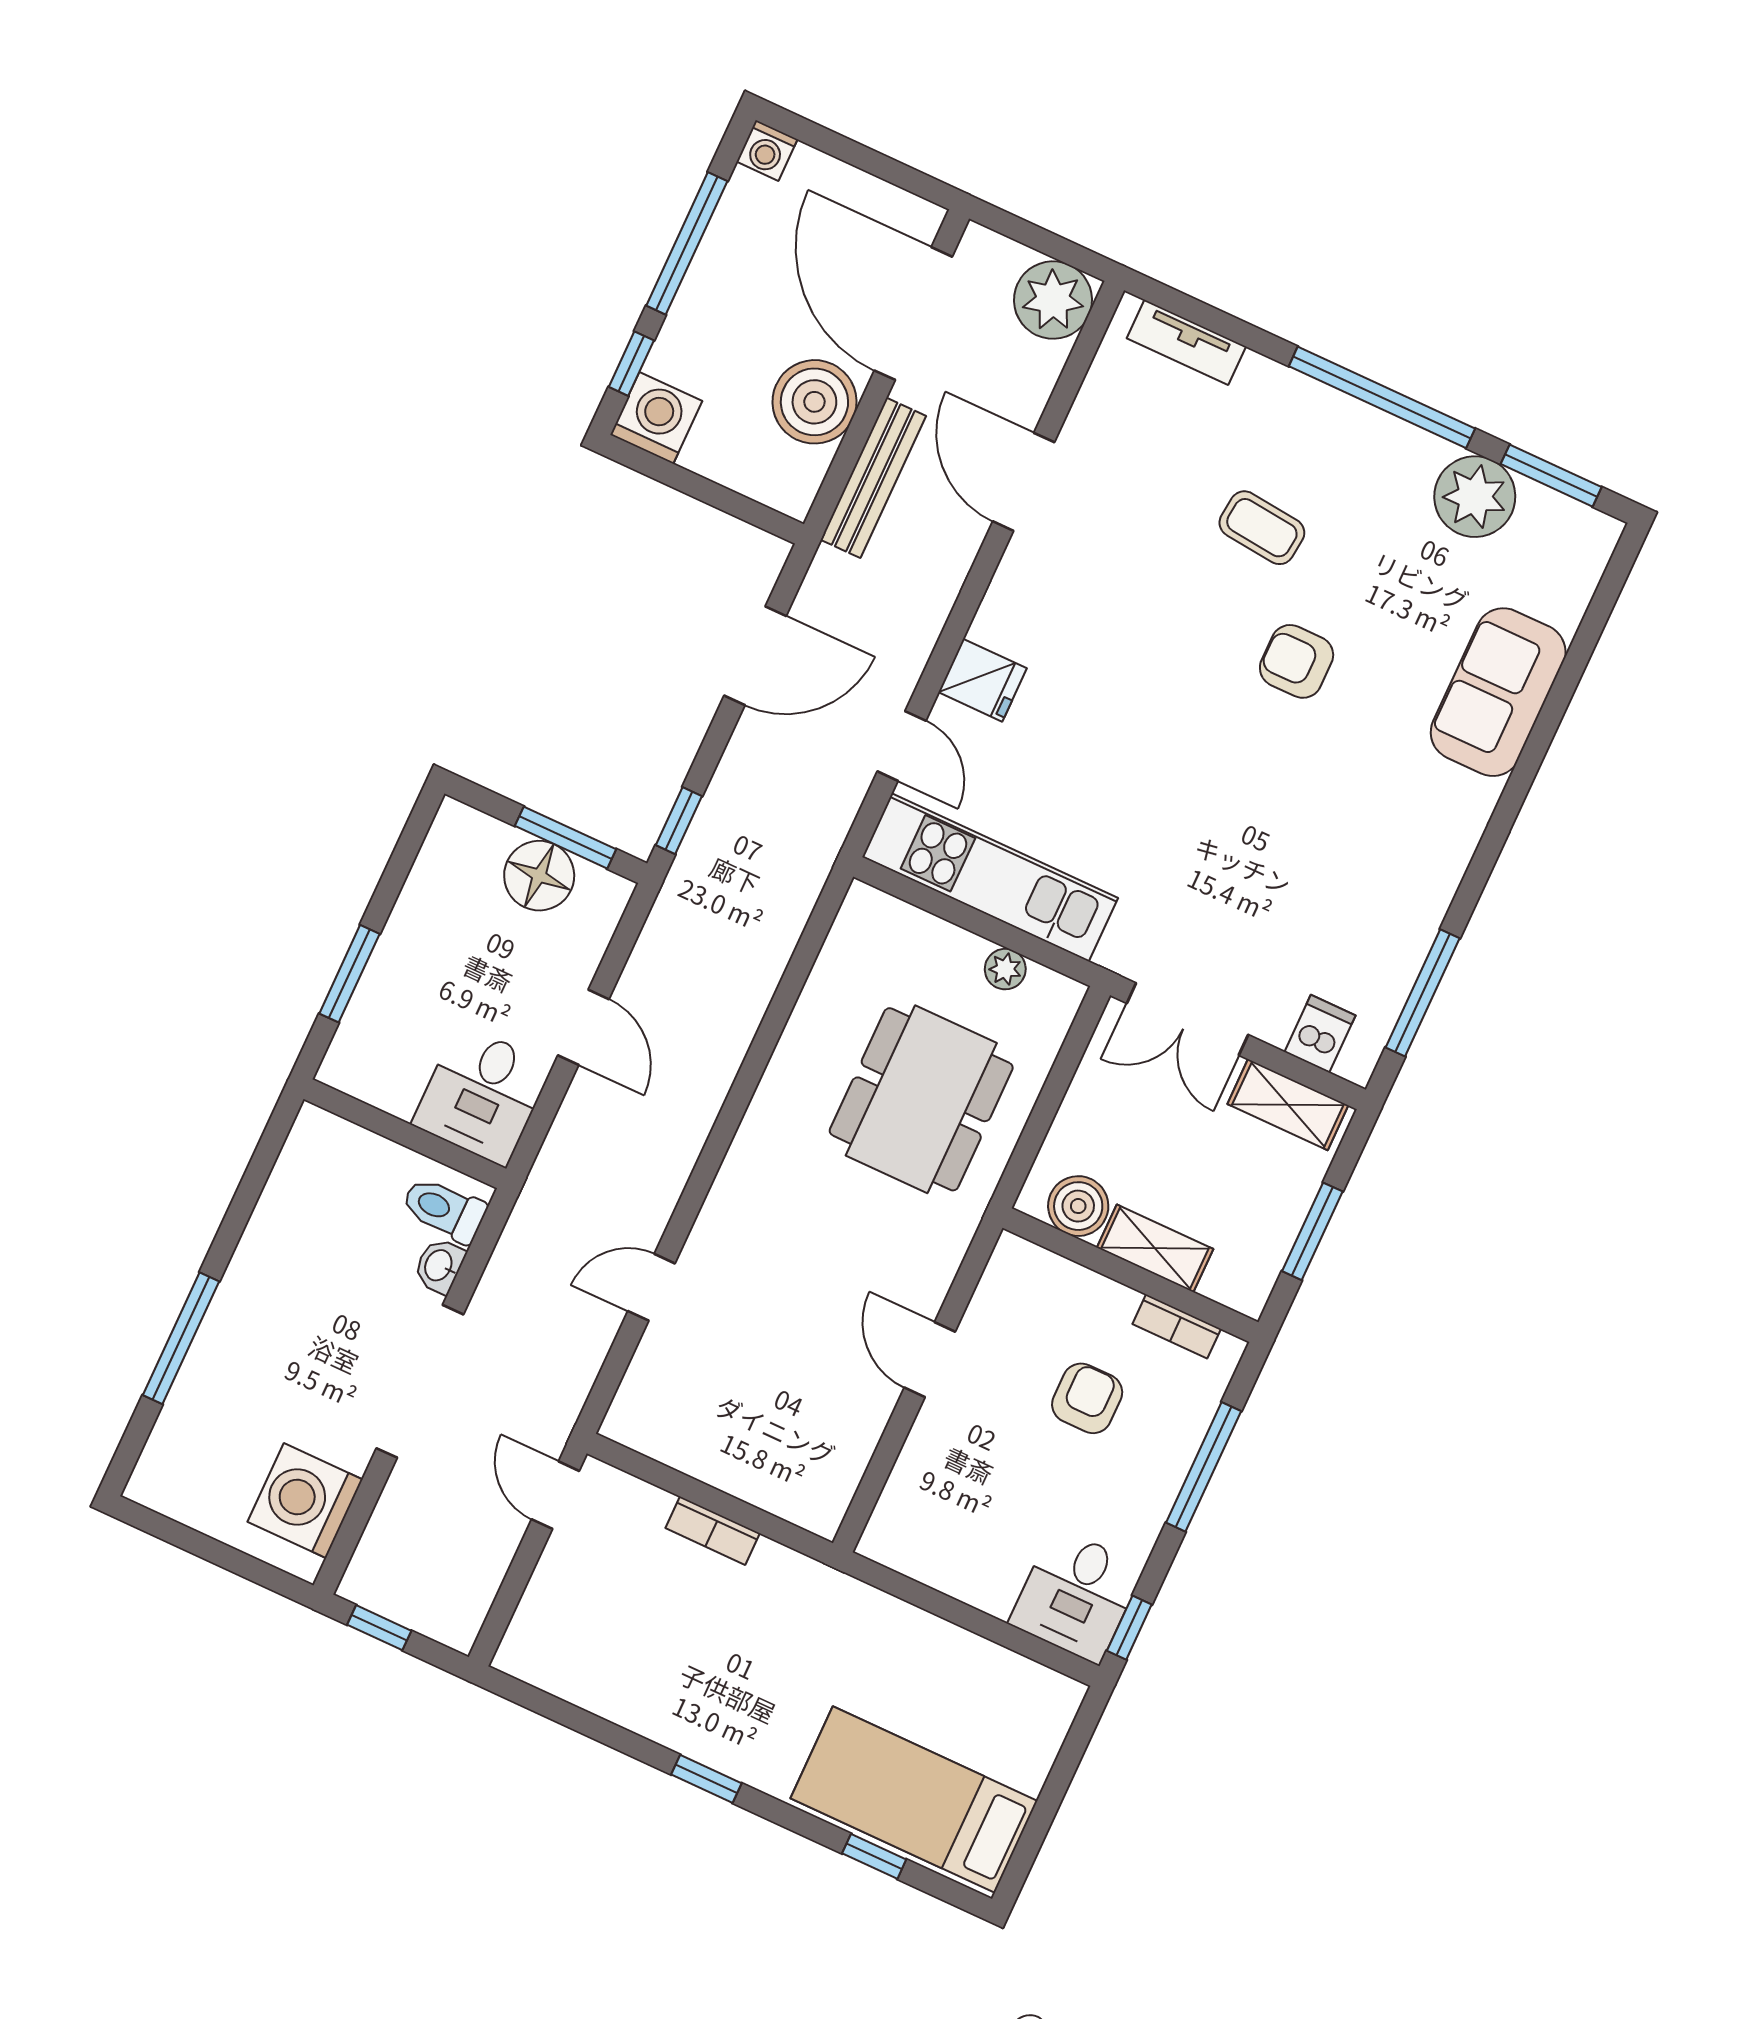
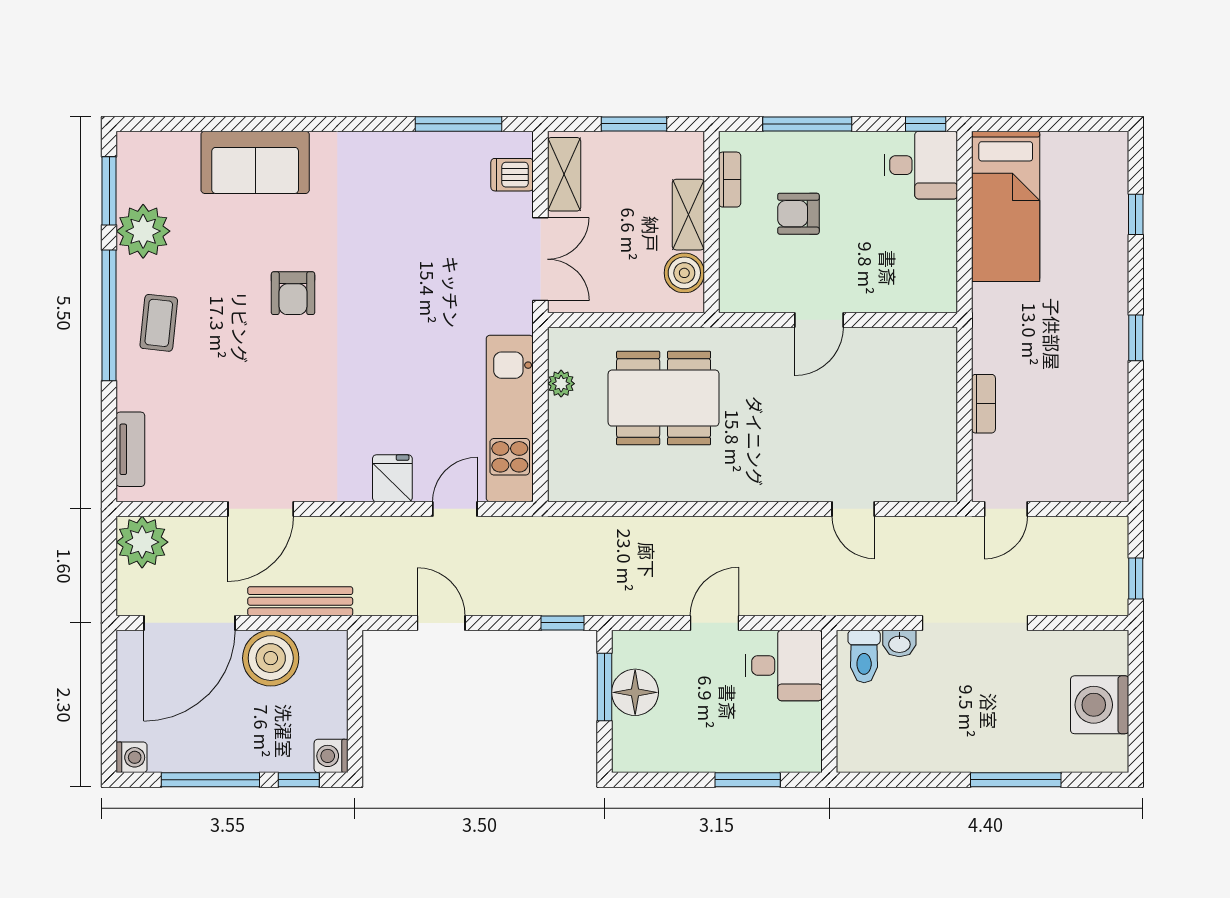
washing machine: (656, 418) -> (331, 756), width x0.73, depth x0.73
coffee table: (1262, 528) -> (159, 323), moved
door: (755, 656) -> (441, 623), width x0.73
washing machine: (305, 1501) -> (1100, 705), moved, turned 90
bed: (914, 1800) -> (1006, 206), moved

